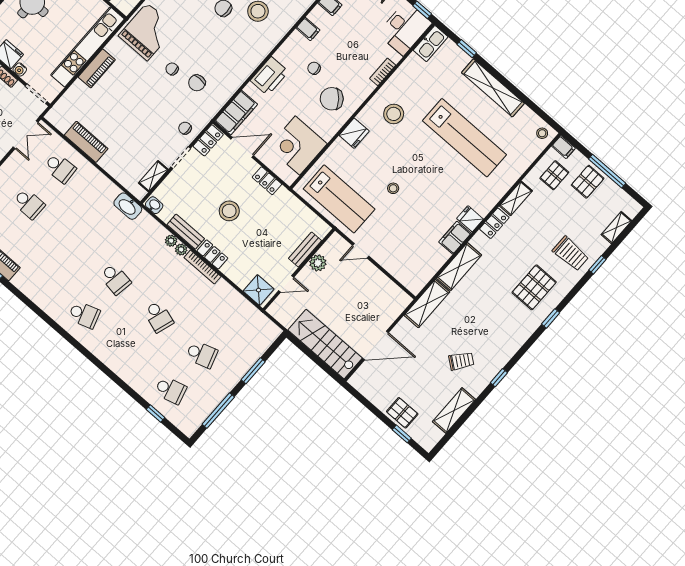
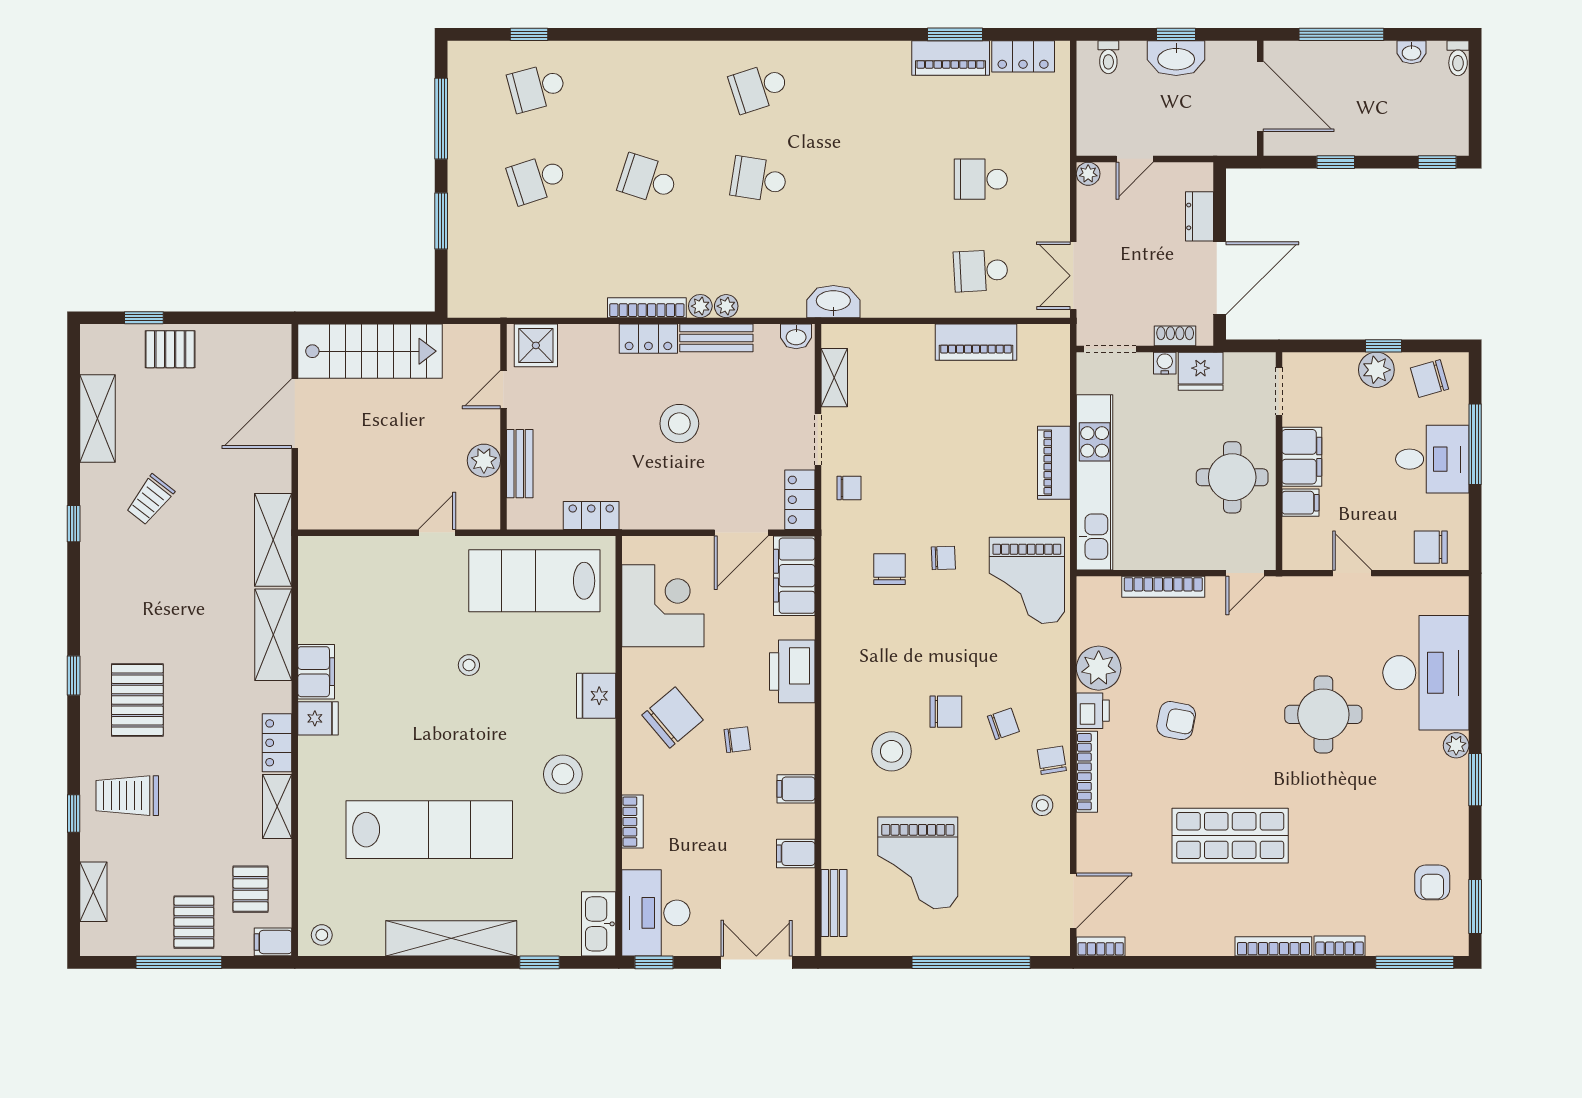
lab bench: (464, 138) -> (429, 830), turned 180
locker: (267, 181) -> (591, 516), moved

